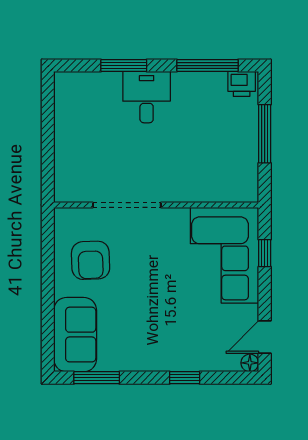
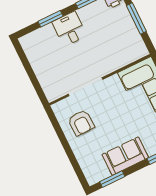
sofa: (75, 335) -> (125, 156), moved, turned -90

